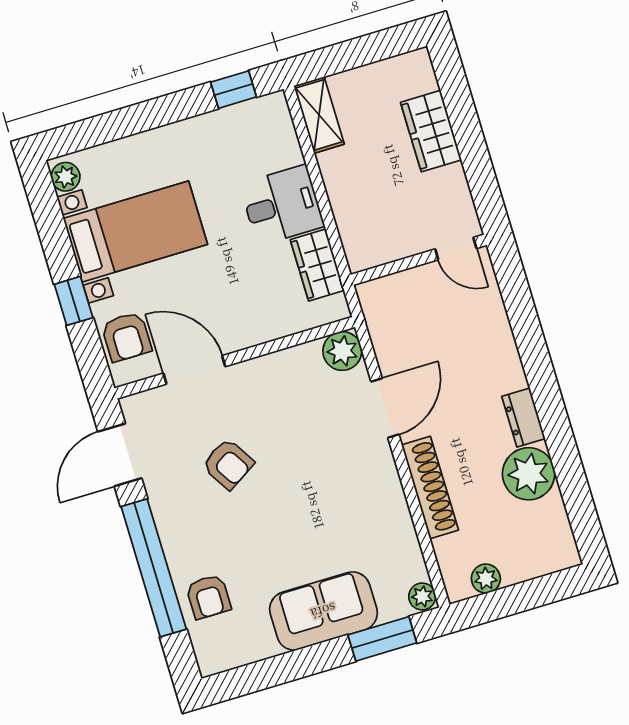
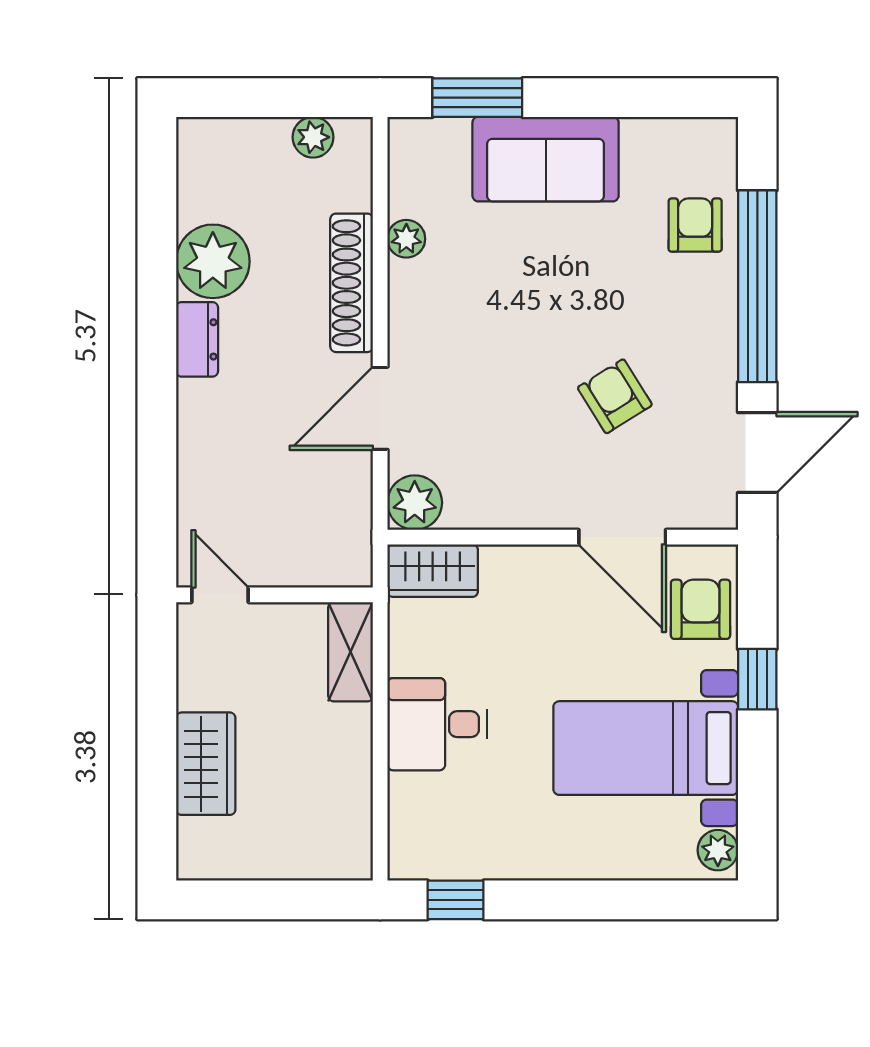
shelving: (319, 115) -> (351, 652), moved
wardrobe: (317, 265) -> (433, 571), moved, turned 90
plant: (422, 597) -> (406, 239), moved

